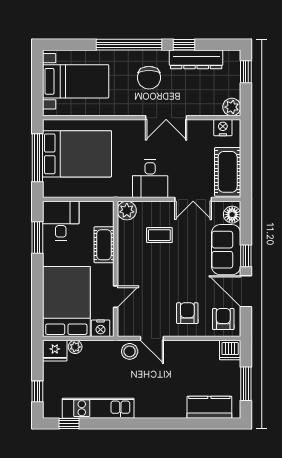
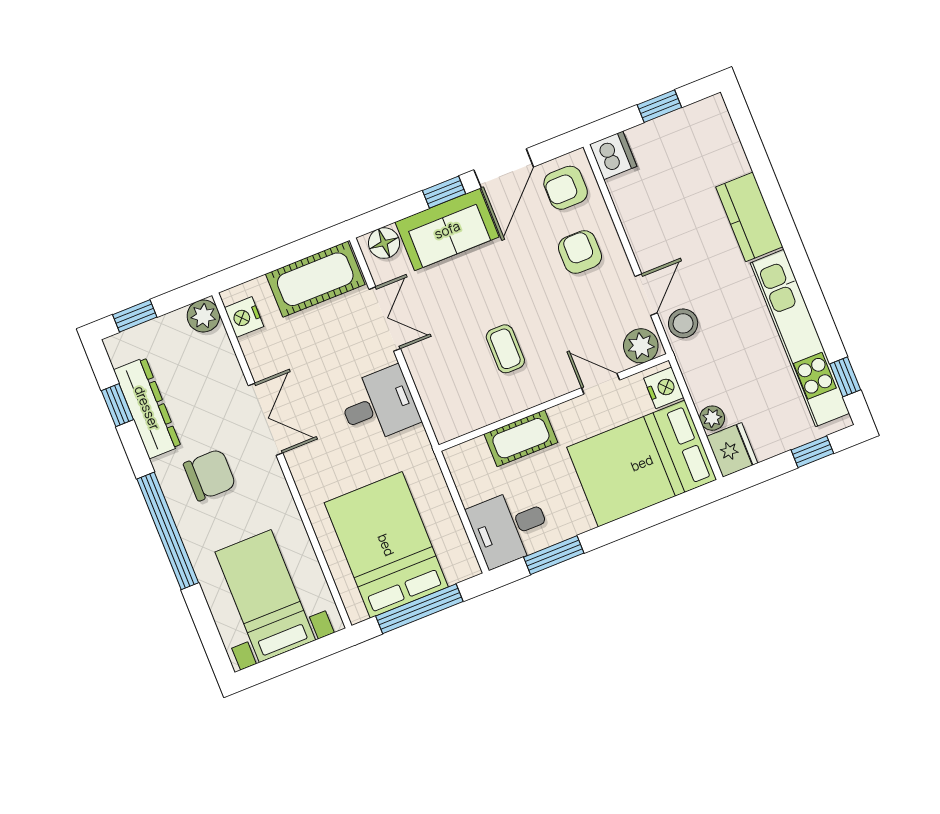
window: (184, 45) -> (117, 405), moved
plant: (127, 211) -> (641, 346), moved
coffee table: (159, 235) -> (505, 349), moved
armchair: (187, 313) -> (580, 252), turned 90
window: (246, 384) -> (659, 106), width x0.67
kitchen counter: (209, 407) -> (749, 217), moved
kitchen unit: (98, 408) -> (800, 338), width x1.36

